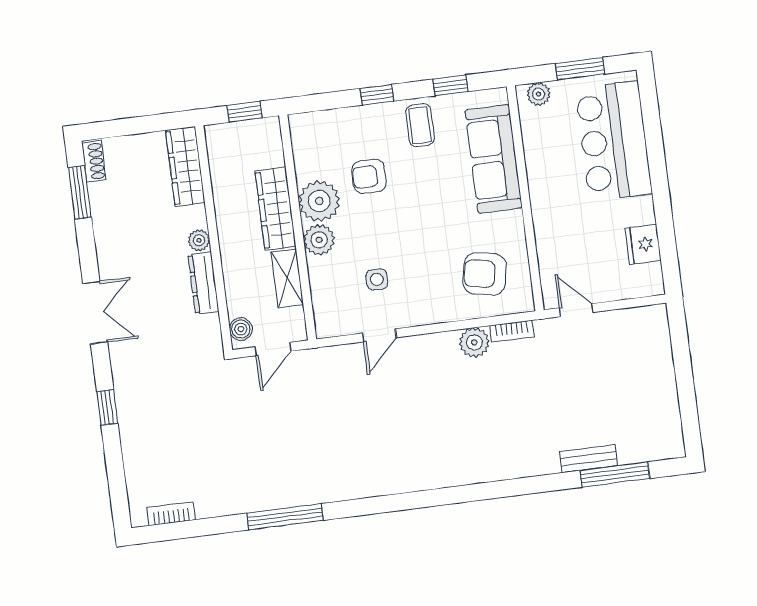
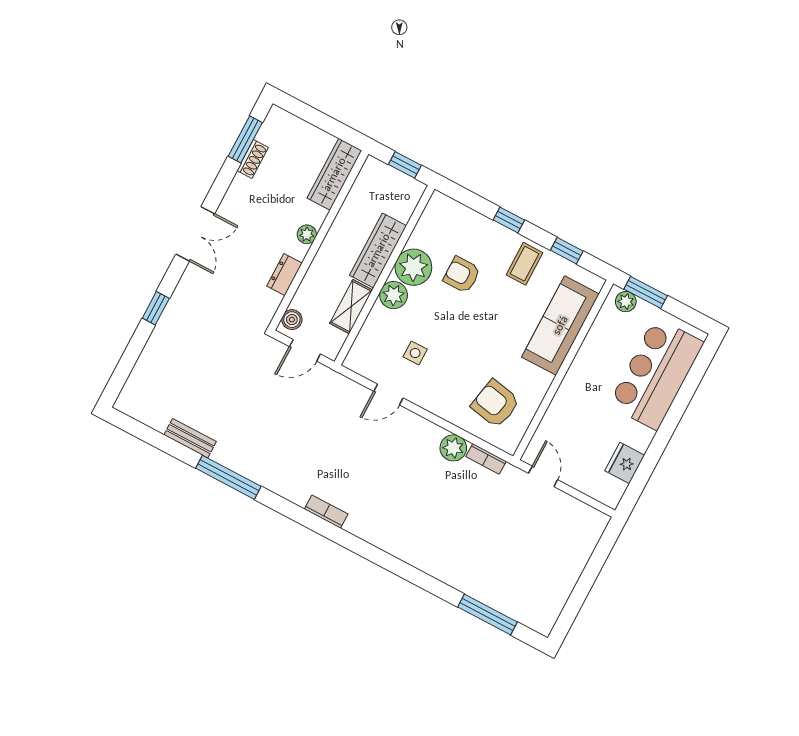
window: (580, 69) -> (646, 292), moved
shoe rack: (94, 161) -> (253, 159), moved
dresser: (203, 283) -> (284, 275), width x0.70
bench: (589, 459) -> (190, 438), moved
bookcase: (171, 514) -> (326, 512), moved

